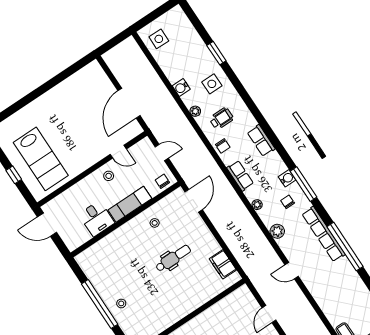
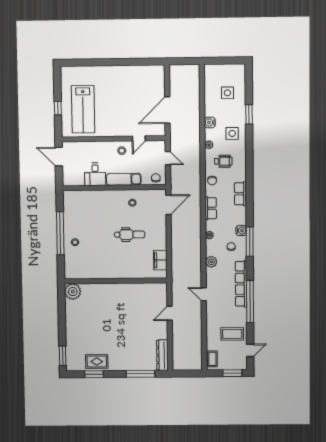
side table: (159, 39) -> (227, 93), moved
door: (118, 152) -> (139, 138), hinge flipped
coffee table: (349, 293) -> (232, 334), added

